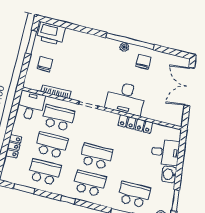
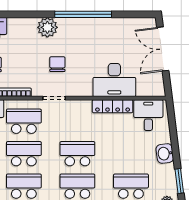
plant: (124, 47) -> (47, 27), moved, width x1.88, depth x1.88
chair: (143, 62) -> (57, 64), moved
desk: (126, 98) -> (114, 80), moved
desk: (165, 152) -> (148, 115), moved, turned -83

